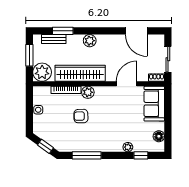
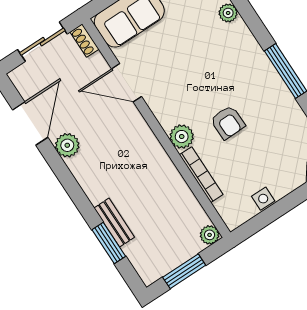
bench: (54, 39) -> (114, 223), moved
plant: (90, 41) -> (67, 145), moved
plant: (42, 72) -> (210, 235), width x0.53, depth x0.53
wardrobe: (80, 73) -> (159, 169), removed

